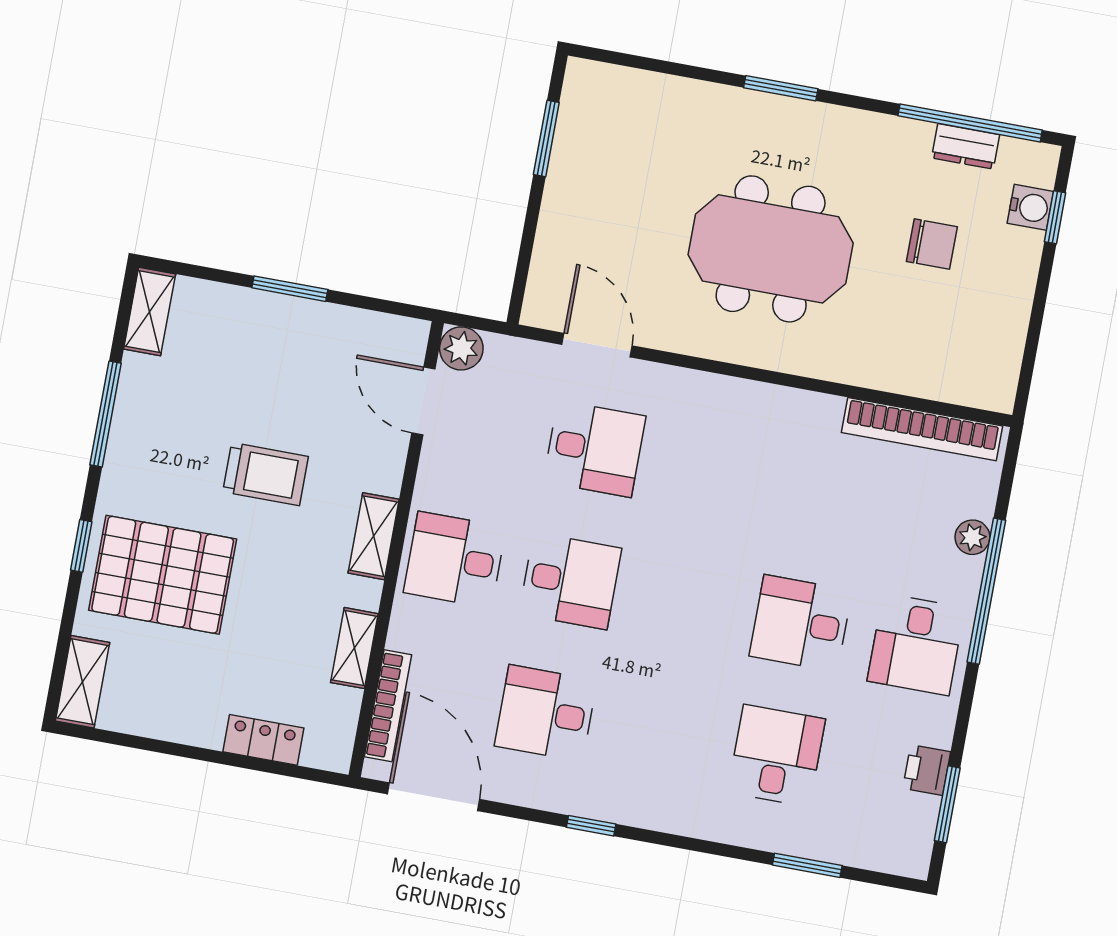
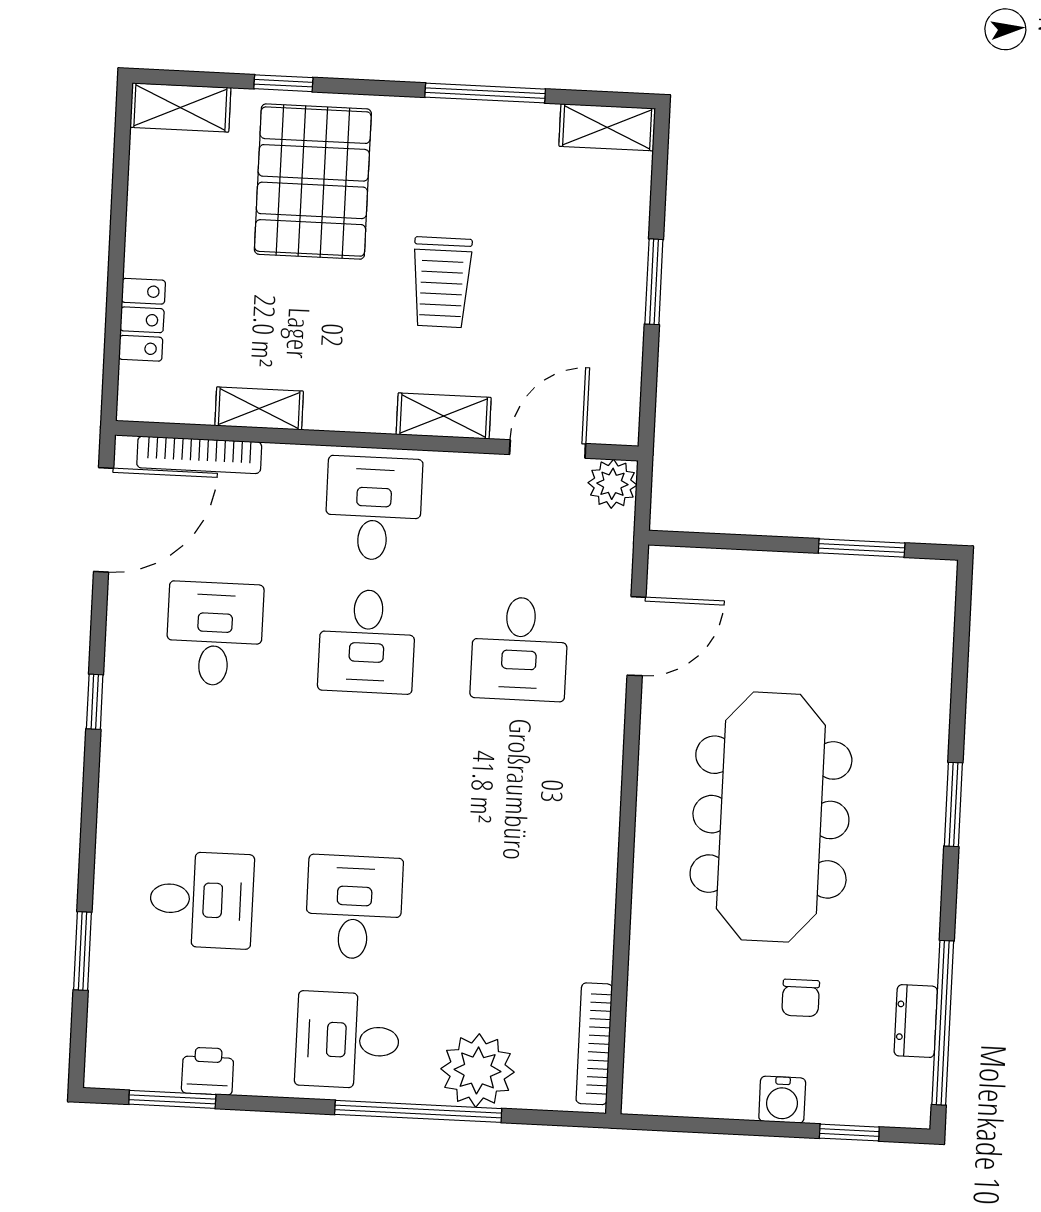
water cooler: (1030, 207) -> (782, 1100), moved
chair: (932, 244) -> (801, 998), width x0.73, depth x0.73
meeting table: (771, 249) -> (771, 817), width x1.36
bookcase: (922, 429) -> (594, 1044), width x0.68, depth x0.76
shelving: (374, 536) -> (444, 416), moved
plant: (972, 537) -> (478, 1070), width x1.87, depth x1.87
window: (81, 546) -> (283, 83), moved

